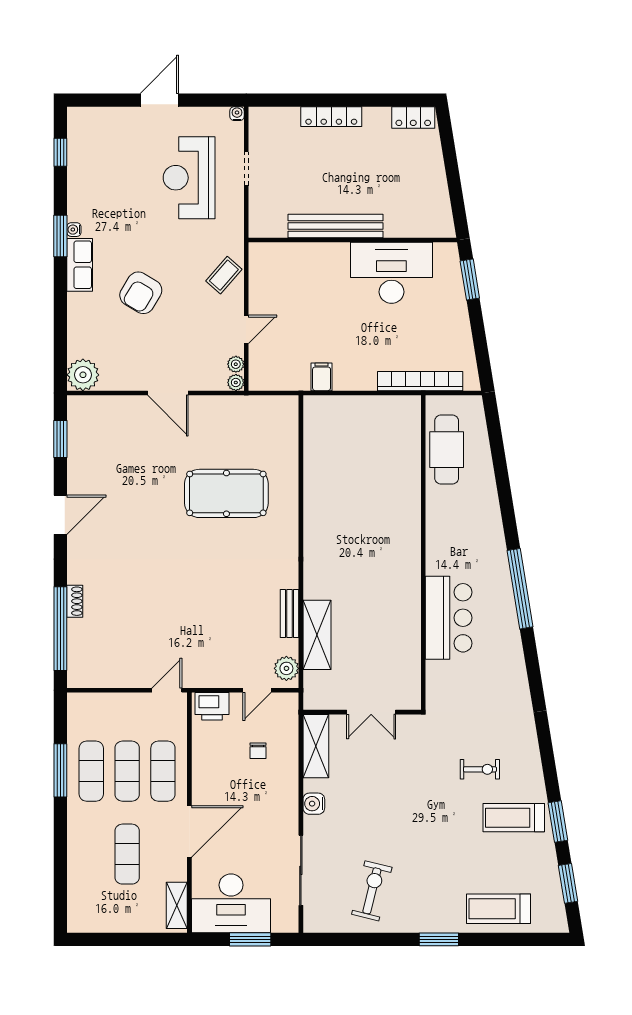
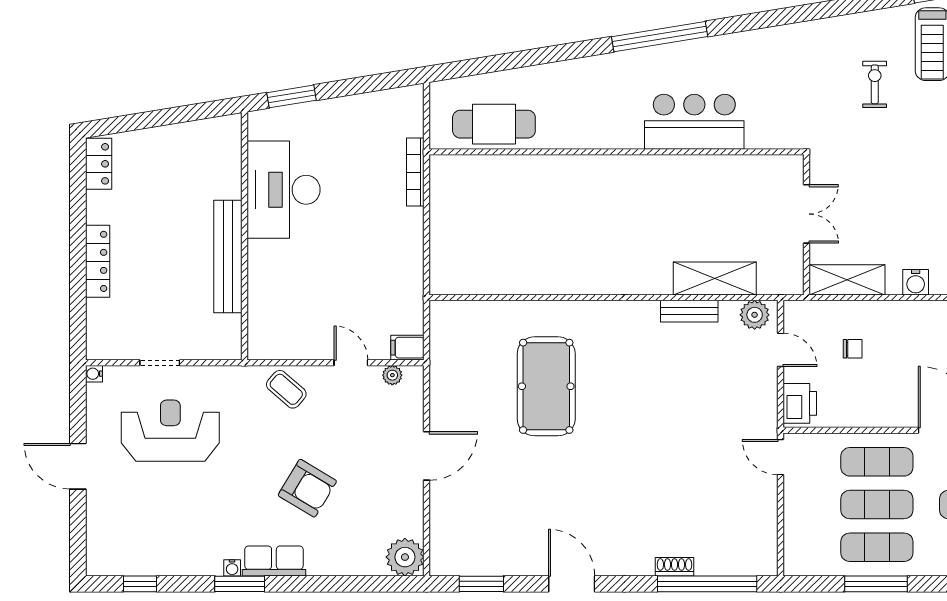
reception desk: (189, 178) -> (170, 431), turned 180
filing cabinet: (322, 377) -> (407, 348), moved
bookcase: (420, 381) -> (415, 172), width x0.68, depth x0.76
plant: (236, 383) -> (414, 375), removed

